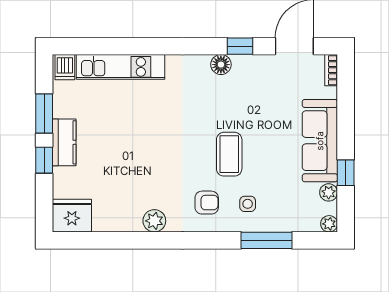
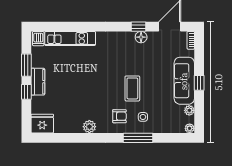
floor lamp: (221, 65) -> (141, 37), moved
window: (346, 173) -> (199, 83), moved
window: (266, 240) -> (138, 138), moved

